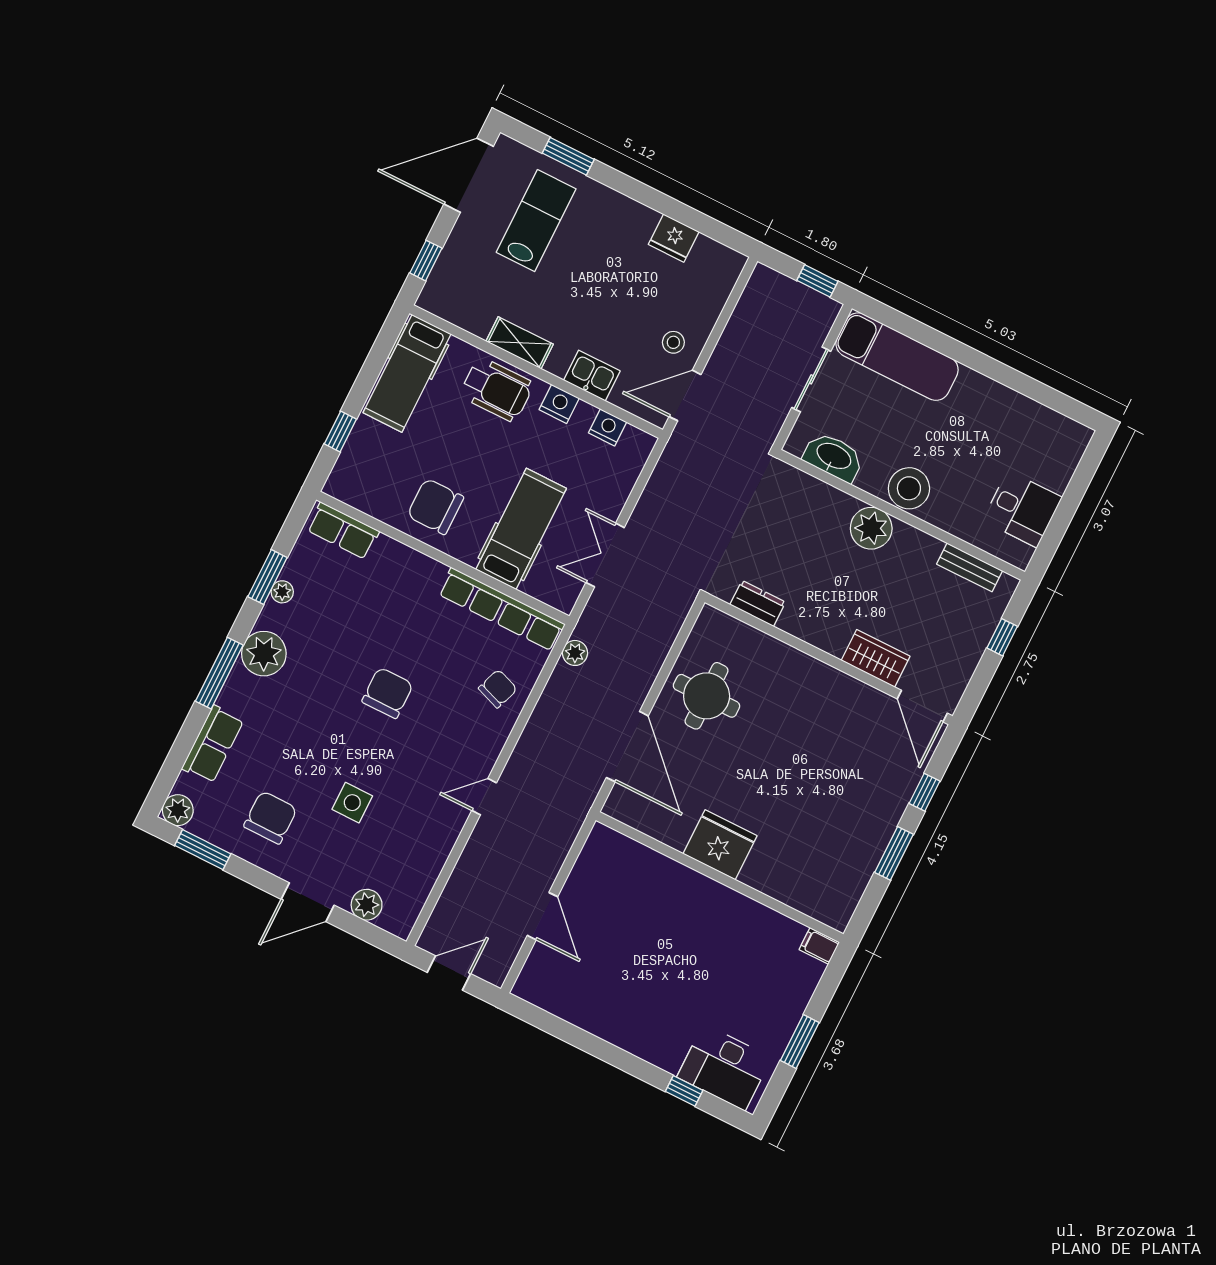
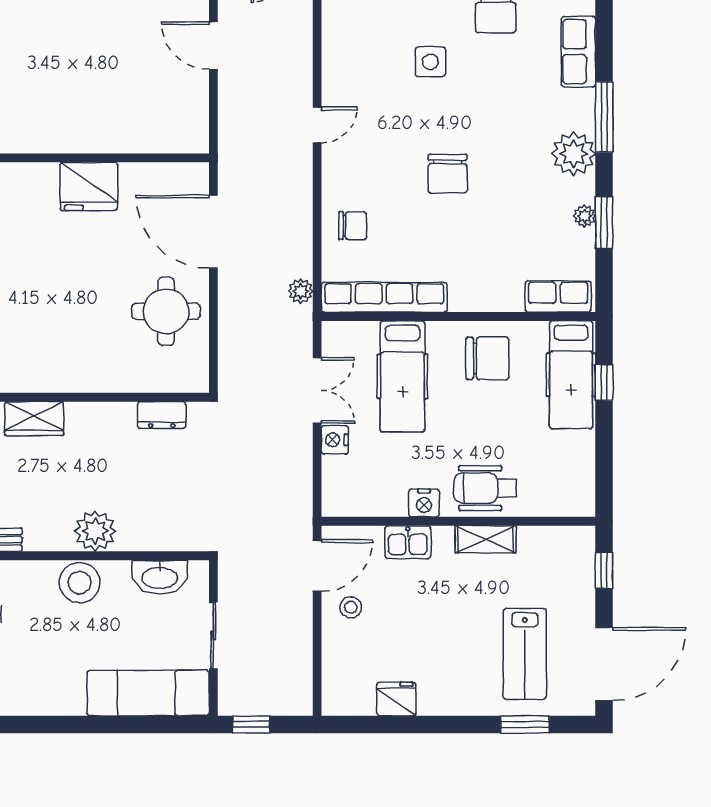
hospital bed: (407, 373) -> (571, 375), moved, turned 180
nightstand: (608, 427) -> (335, 440), moved, turned 90
chair: (498, 689) -> (353, 226), turned -110

